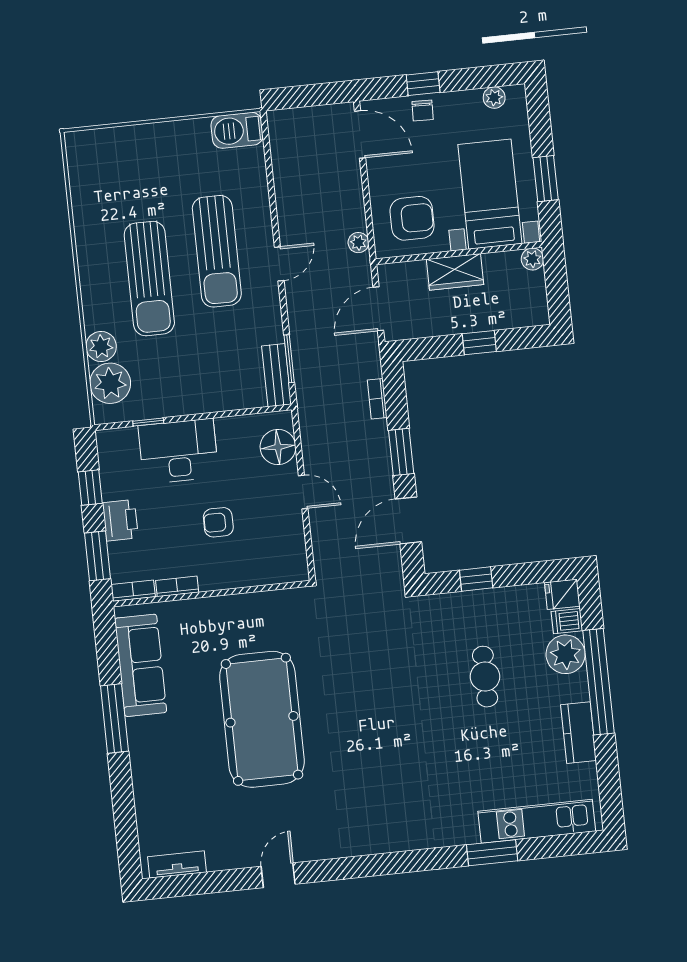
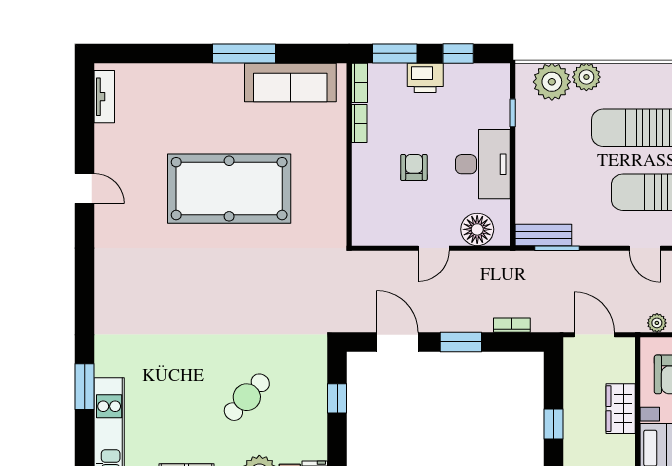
desk: (178, 451) -> (483, 164), moved
cafe table: (485, 677) -> (247, 397), turned -47

